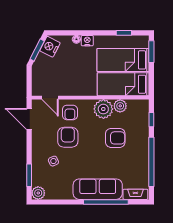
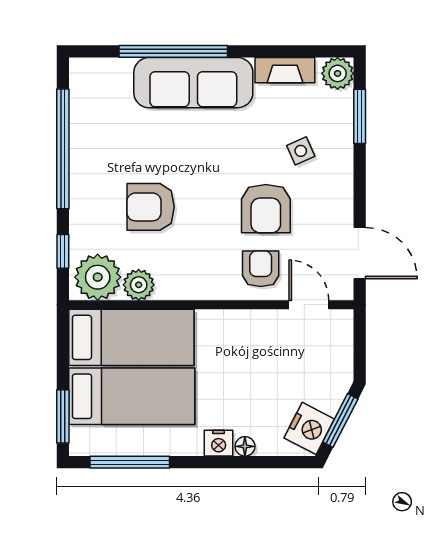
window: (124, 33) -> (130, 462), width x2.17
plant: (103, 109) -> (98, 277), moved
fireplace: (135, 194) -> (285, 70), moved

